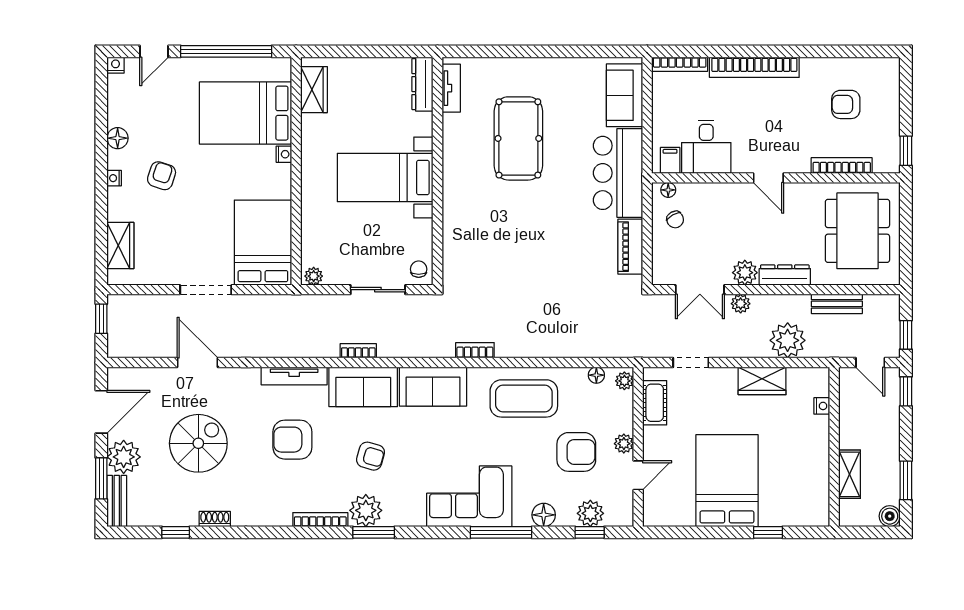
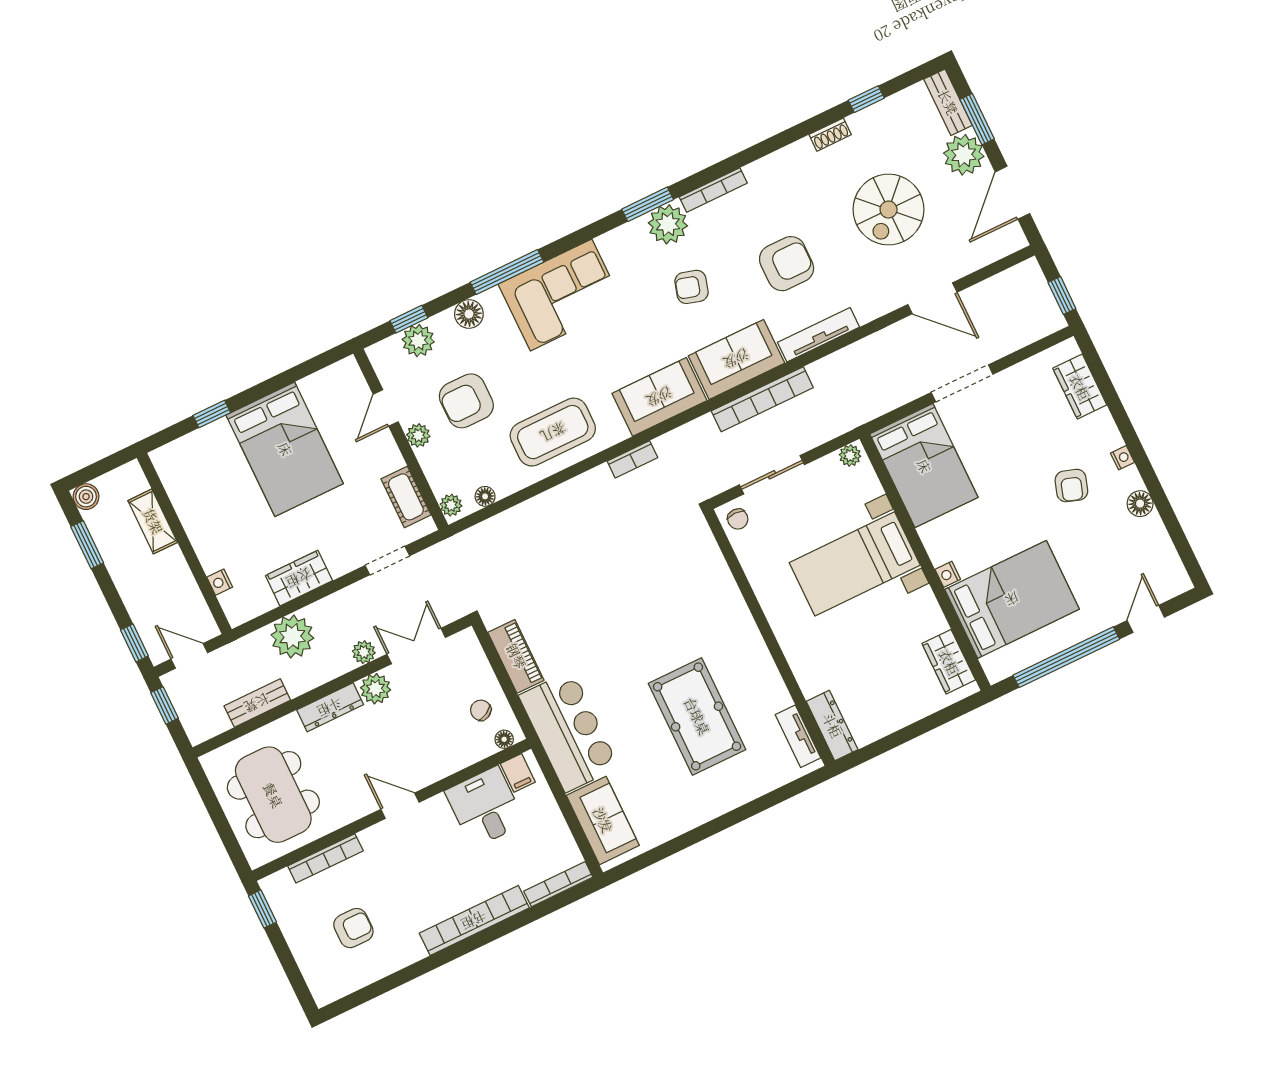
nightstand: (116, 65) -> (1181, 583), removed
bed with nightstands: (385, 178) -> (855, 564), moved, turned 180
bookcase: (358, 351) -> (762, 399), width x2.31, depth x1.31

